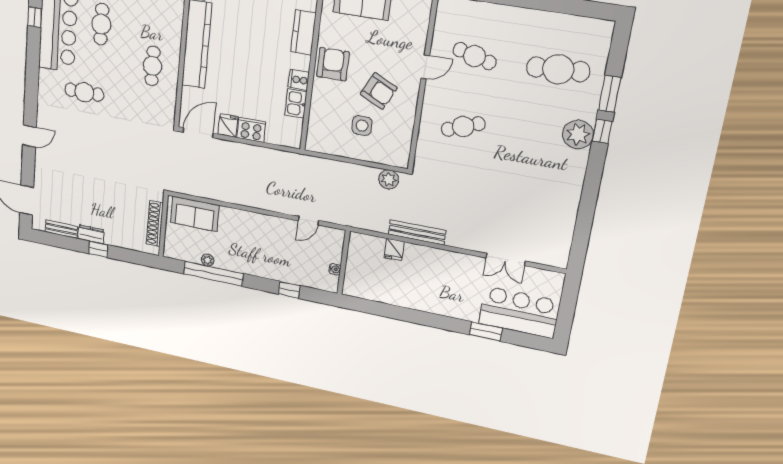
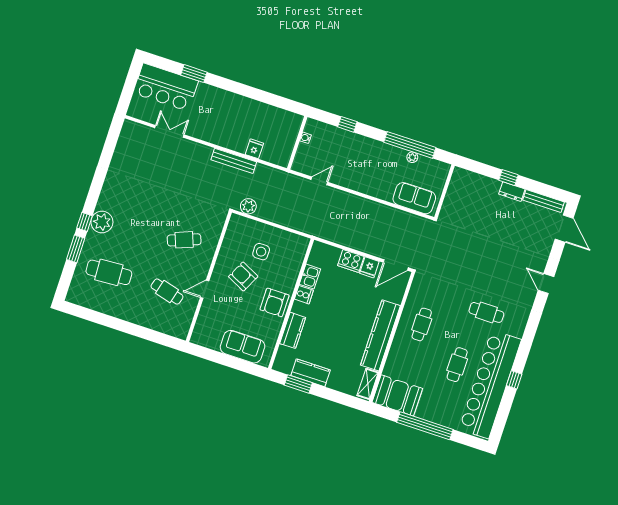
door: (29, 136) -> (546, 283), hinge flipped
shoe rack: (155, 224) -> (452, 194), removed
bench: (61, 229) -> (544, 201), width x1.36

